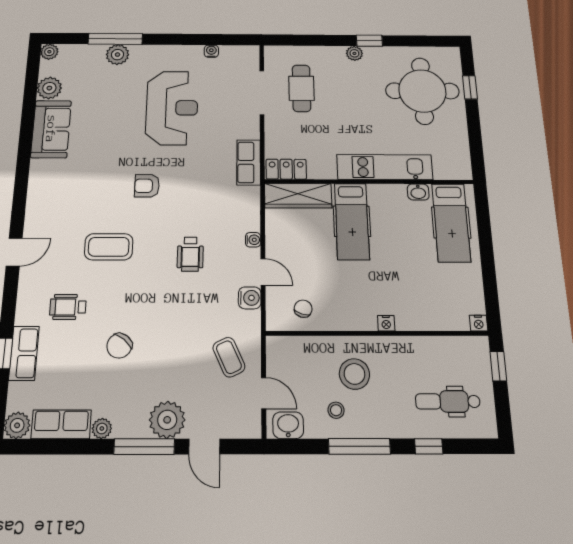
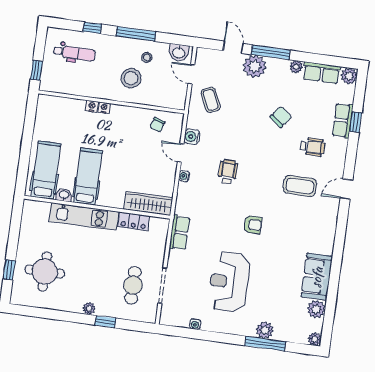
window: (369, 41) -> (105, 322), moved
round table: (422, 91) -> (45, 272), width x0.73, depth x0.73
locker: (286, 169) -> (134, 221), moved
hospital bed: (352, 221) -> (88, 177), moved
coffee table: (109, 247) -> (300, 186), moved
nightstand: (479, 323) -> (92, 106), moved

